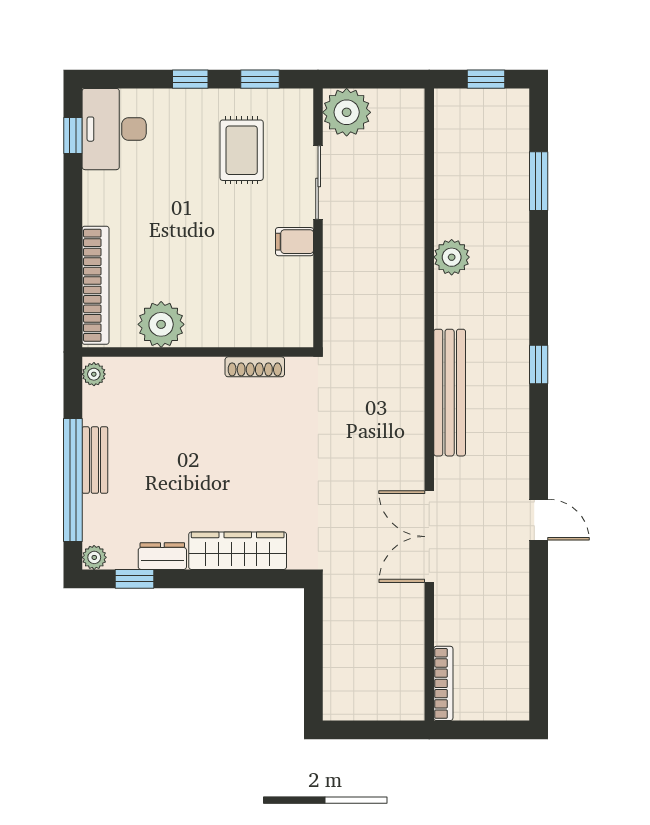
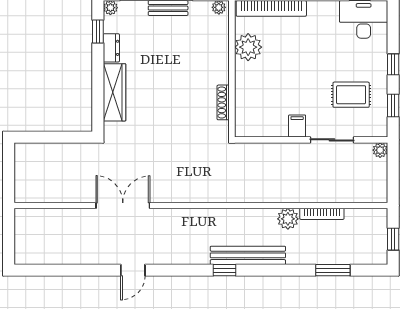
plant: (347, 112) -> (380, 150), width x0.53, depth x0.53
bench: (450, 393) -> (248, 255), moved
bookcase: (443, 683) -> (322, 214), moved

